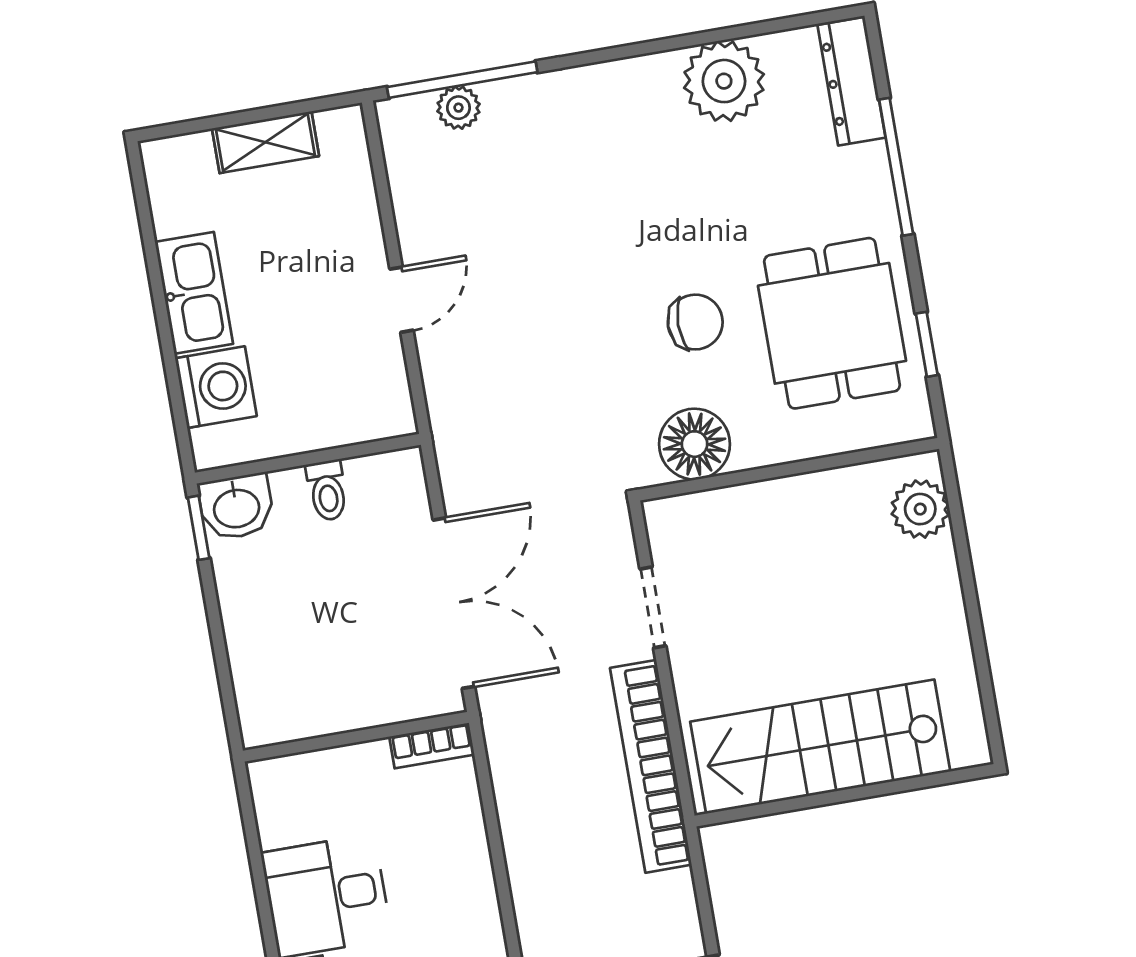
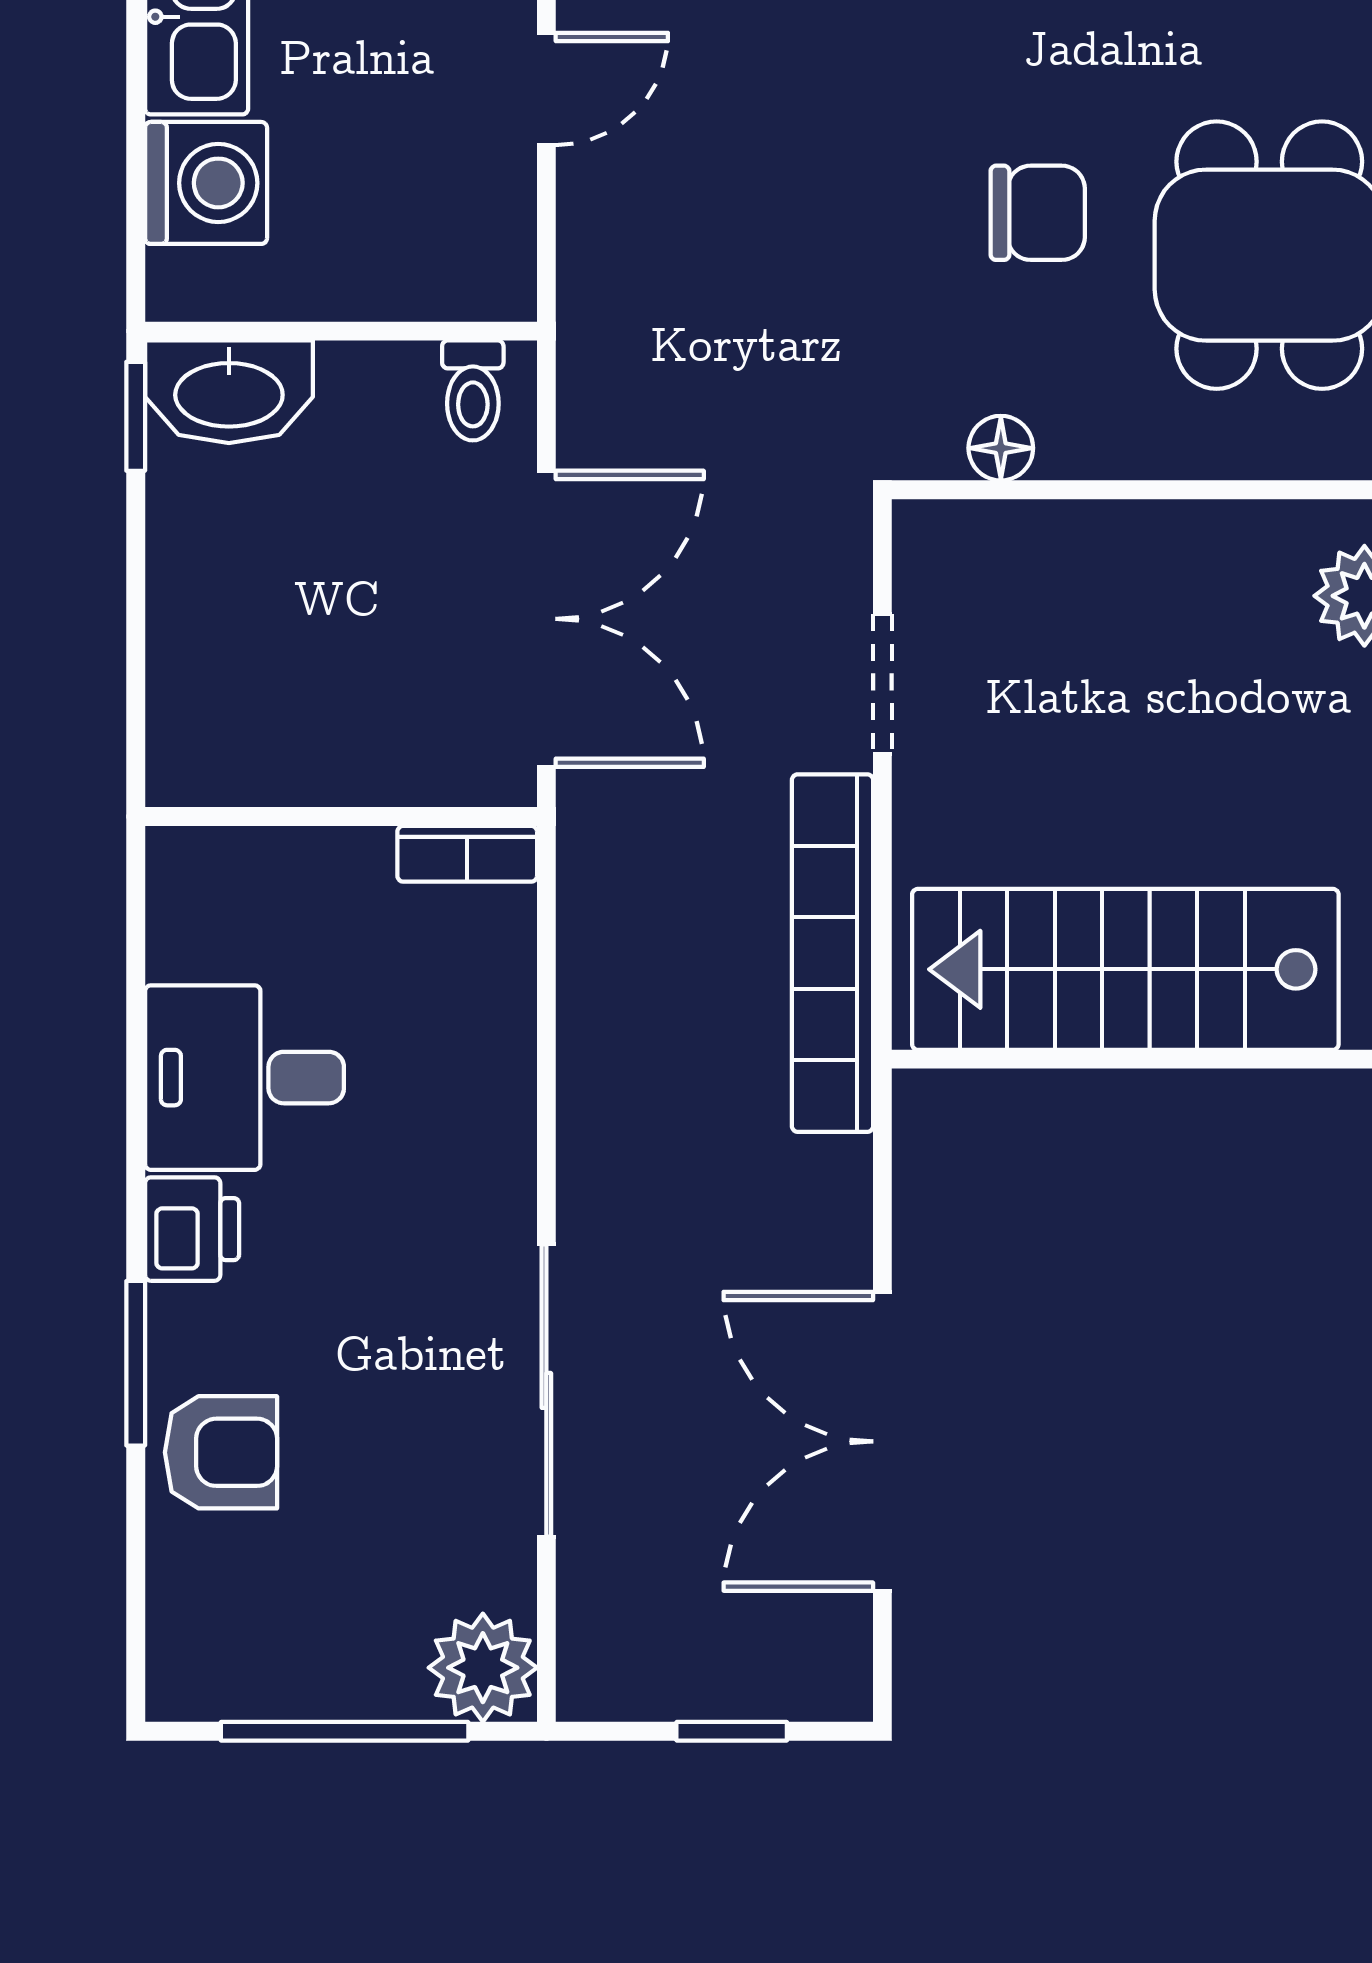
floor lamp: (695, 444) -> (1001, 448), width x0.53, depth x0.53
toilet: (327, 490) -> (473, 390), moved
washbasin: (236, 507) -> (229, 392), width x1.38

